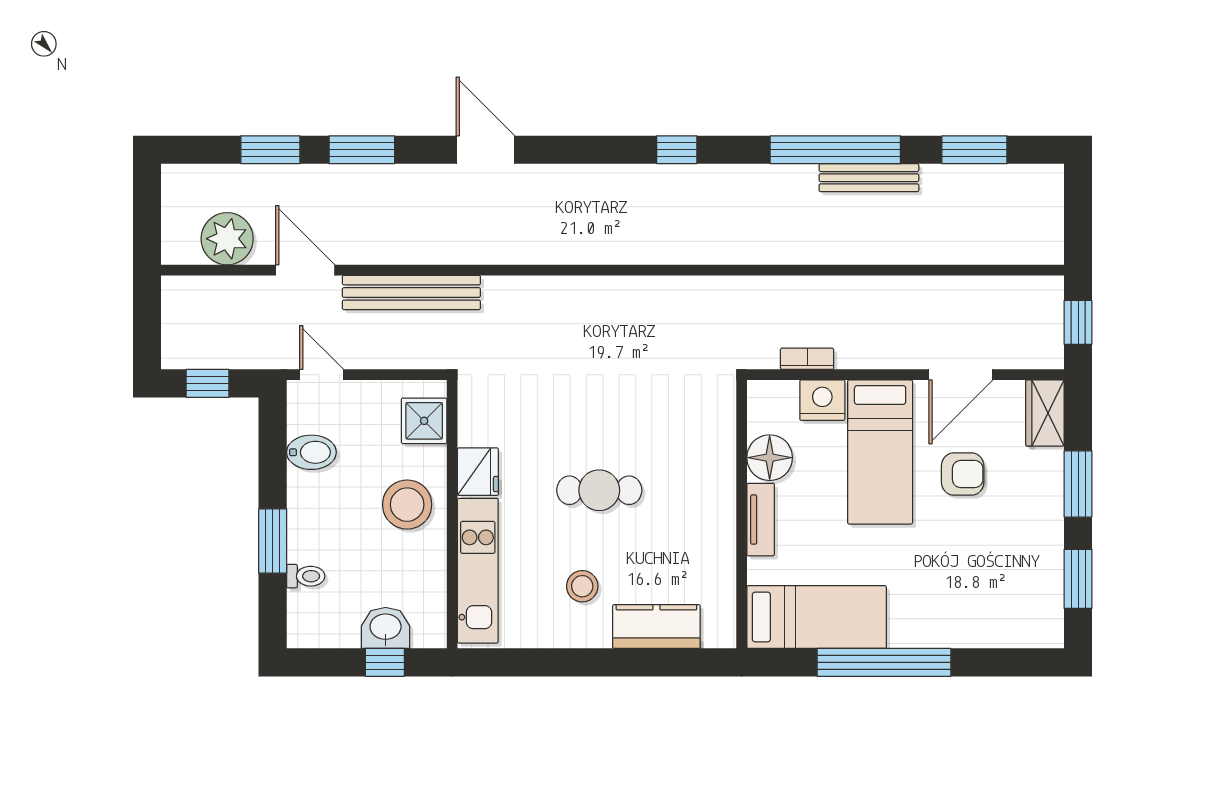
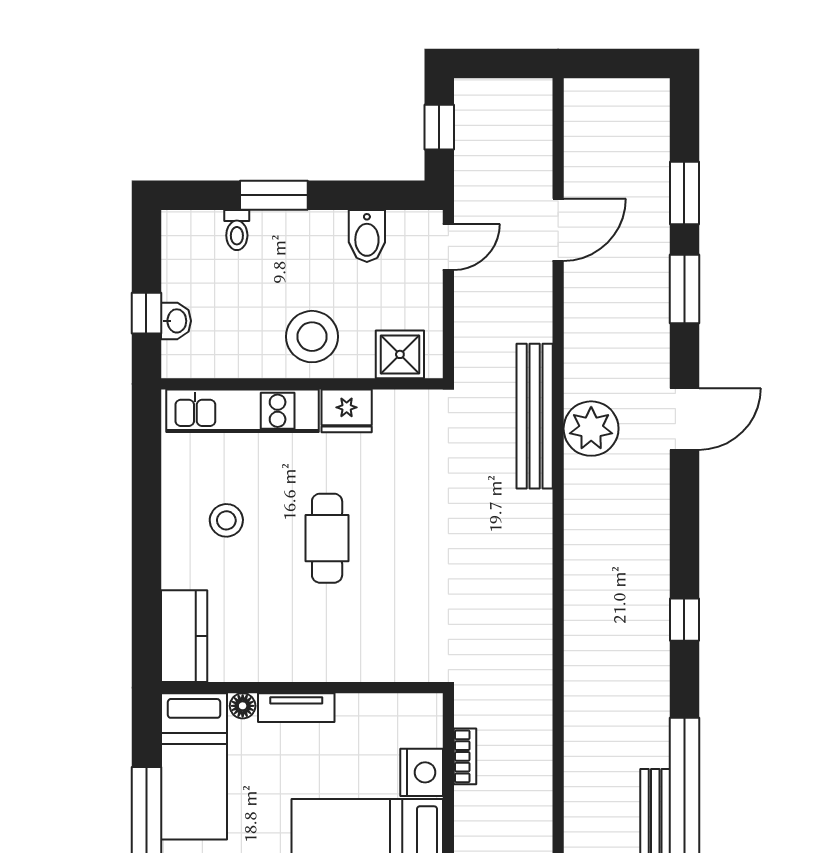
plant: (227, 239) -> (591, 429), moved
bench: (411, 292) -> (535, 416), moved
floor lamp: (770, 458) -> (243, 706), moved, width x0.53, depth x0.53
kitchen counter: (656, 626) -> (184, 636), moved
washbasin: (386, 628) -> (176, 321), width x0.72, depth x0.69

